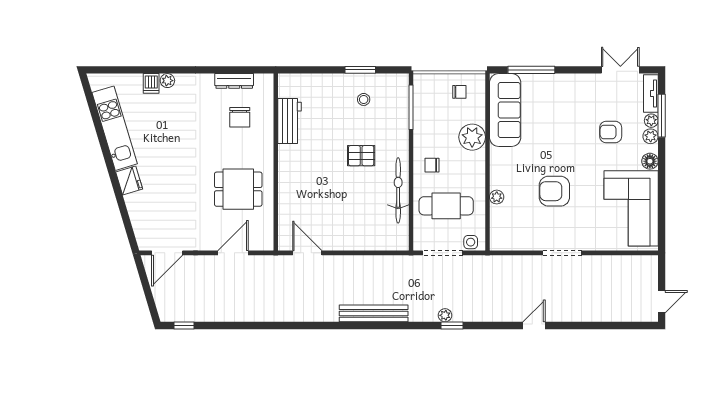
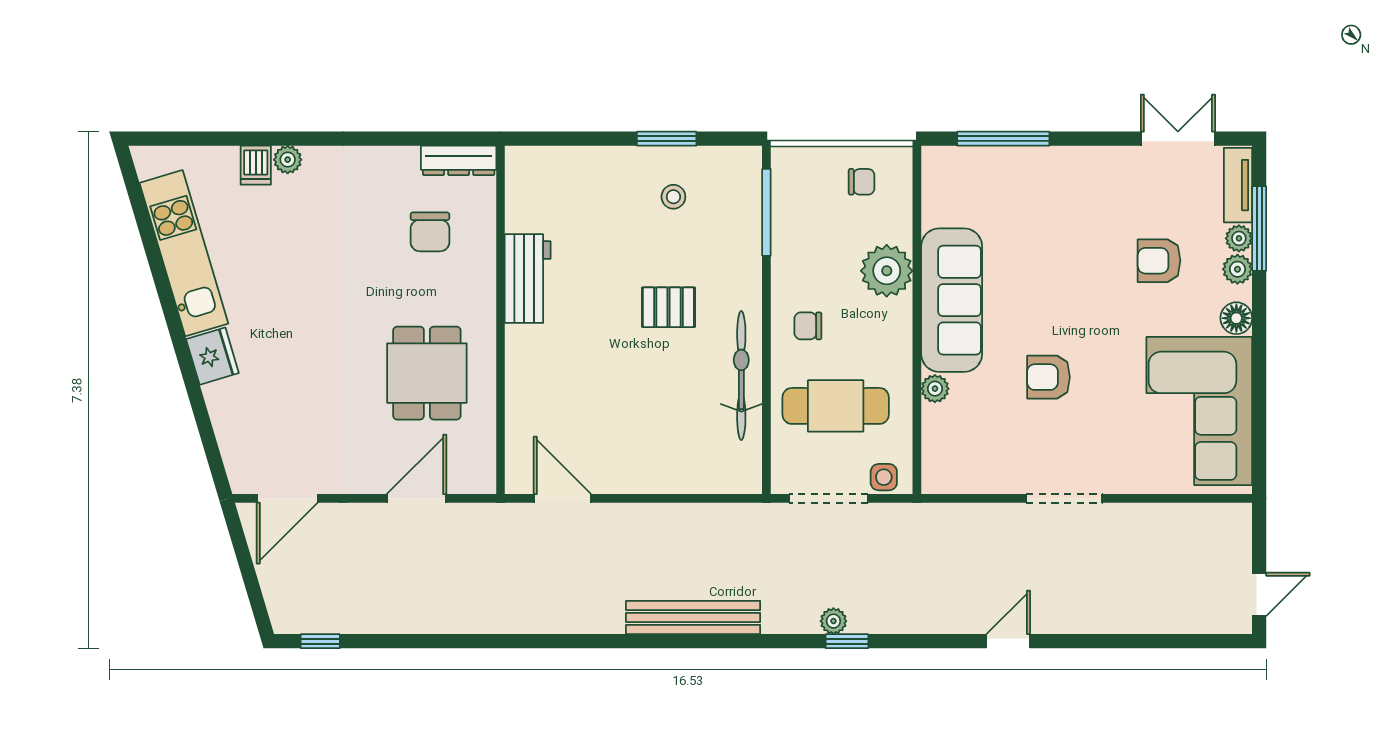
dresser: (234, 81) -> (459, 160), moved
sofa: (505, 110) -> (952, 300), moved
workbench: (289, 121) -> (528, 279), moved
dining table: (238, 189) -> (427, 373), turned 90
armchair: (554, 191) -> (1048, 377), width x0.72, depth x0.72

